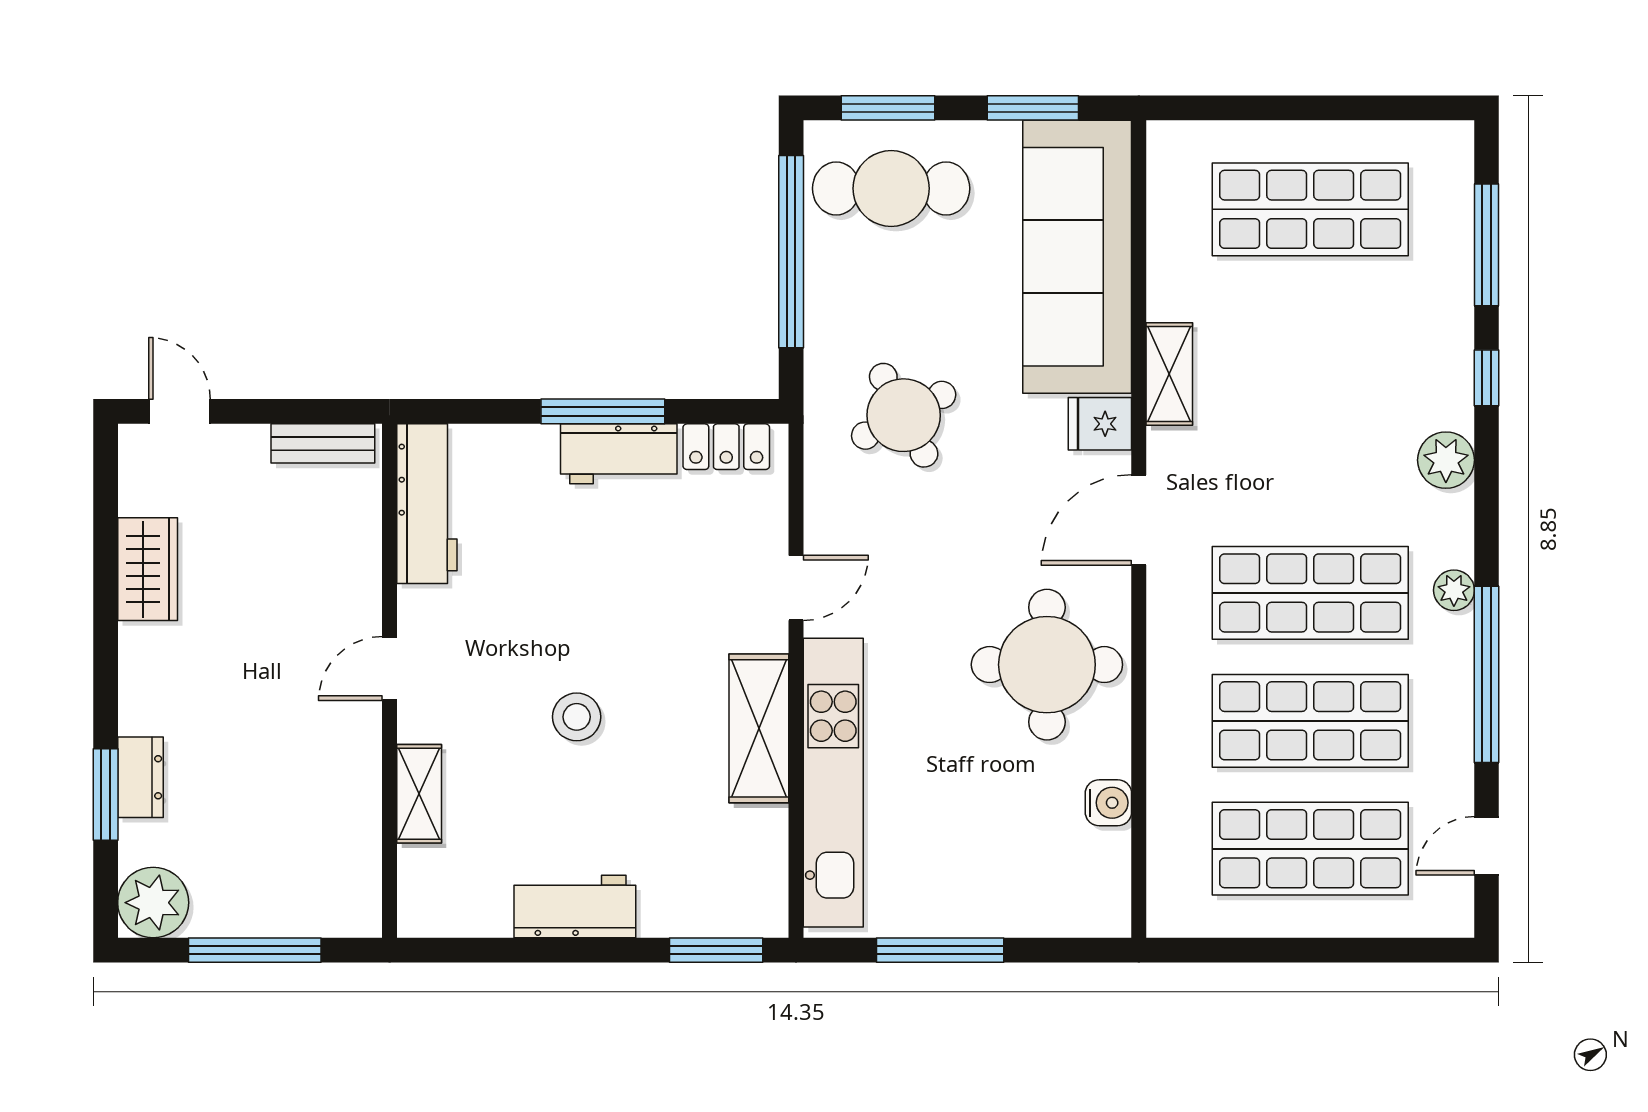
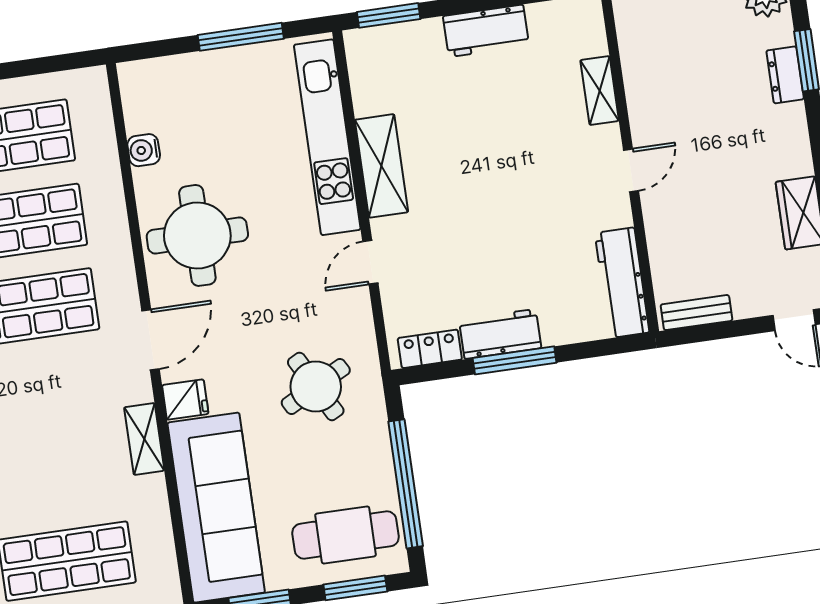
stool: (577, 717) -> (503, 156), removed

